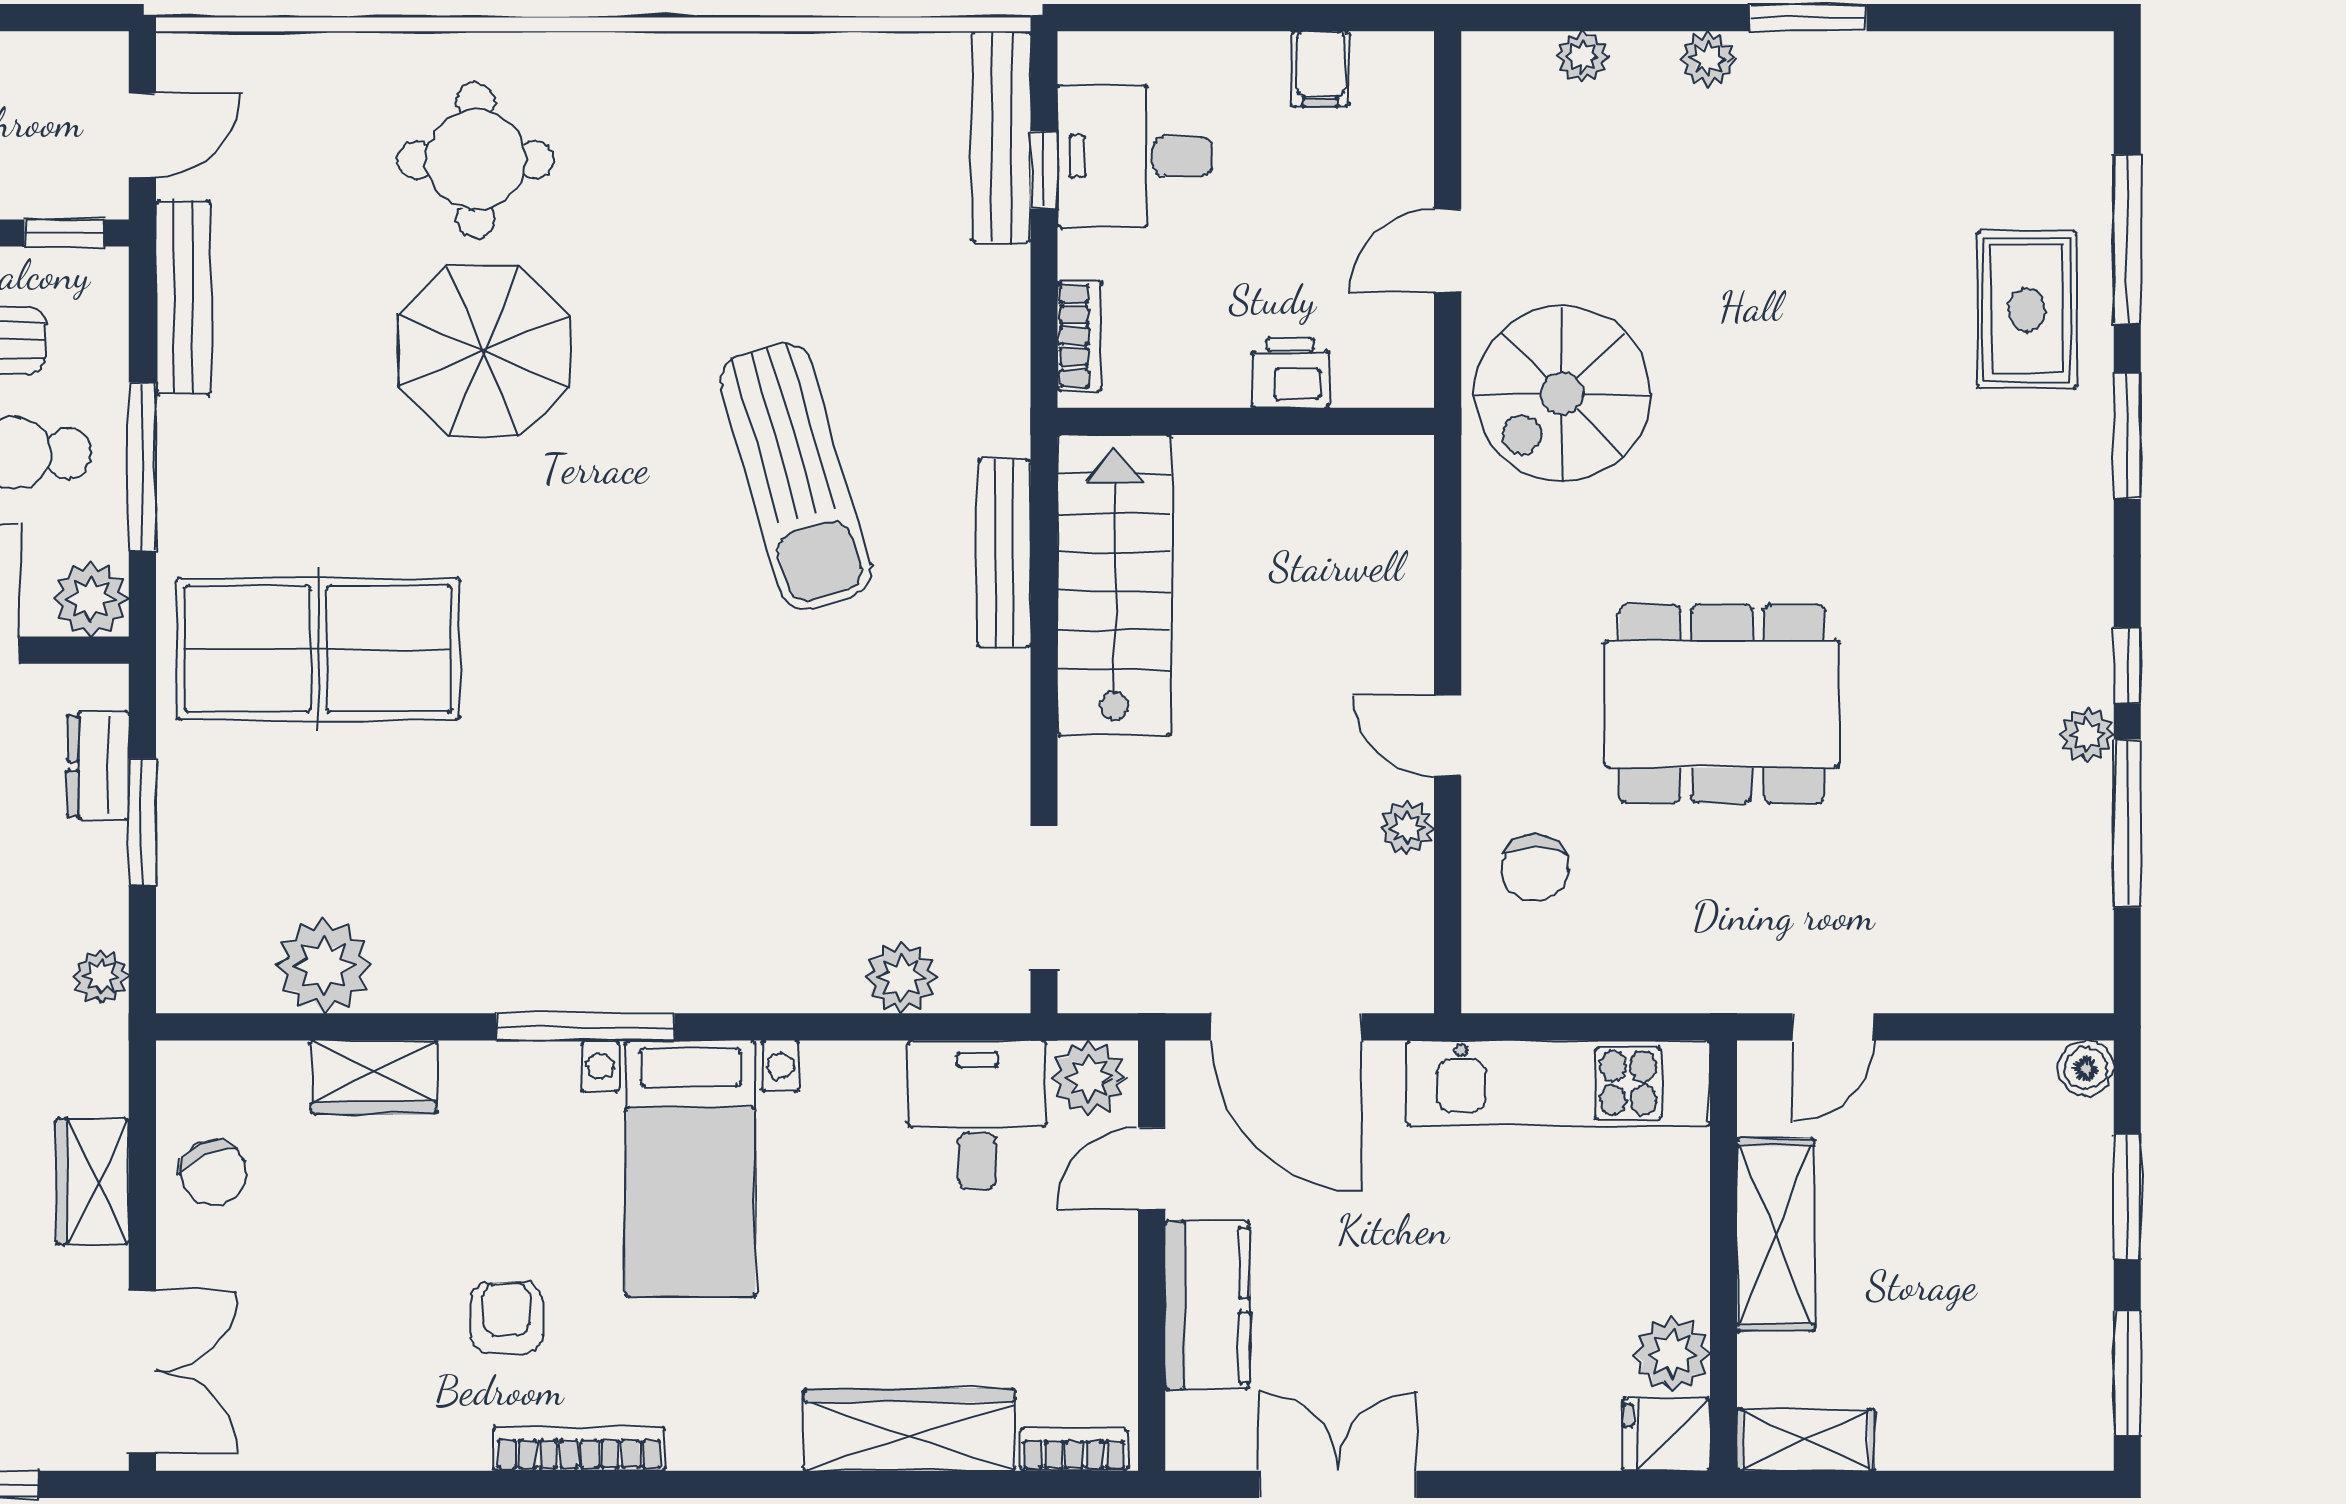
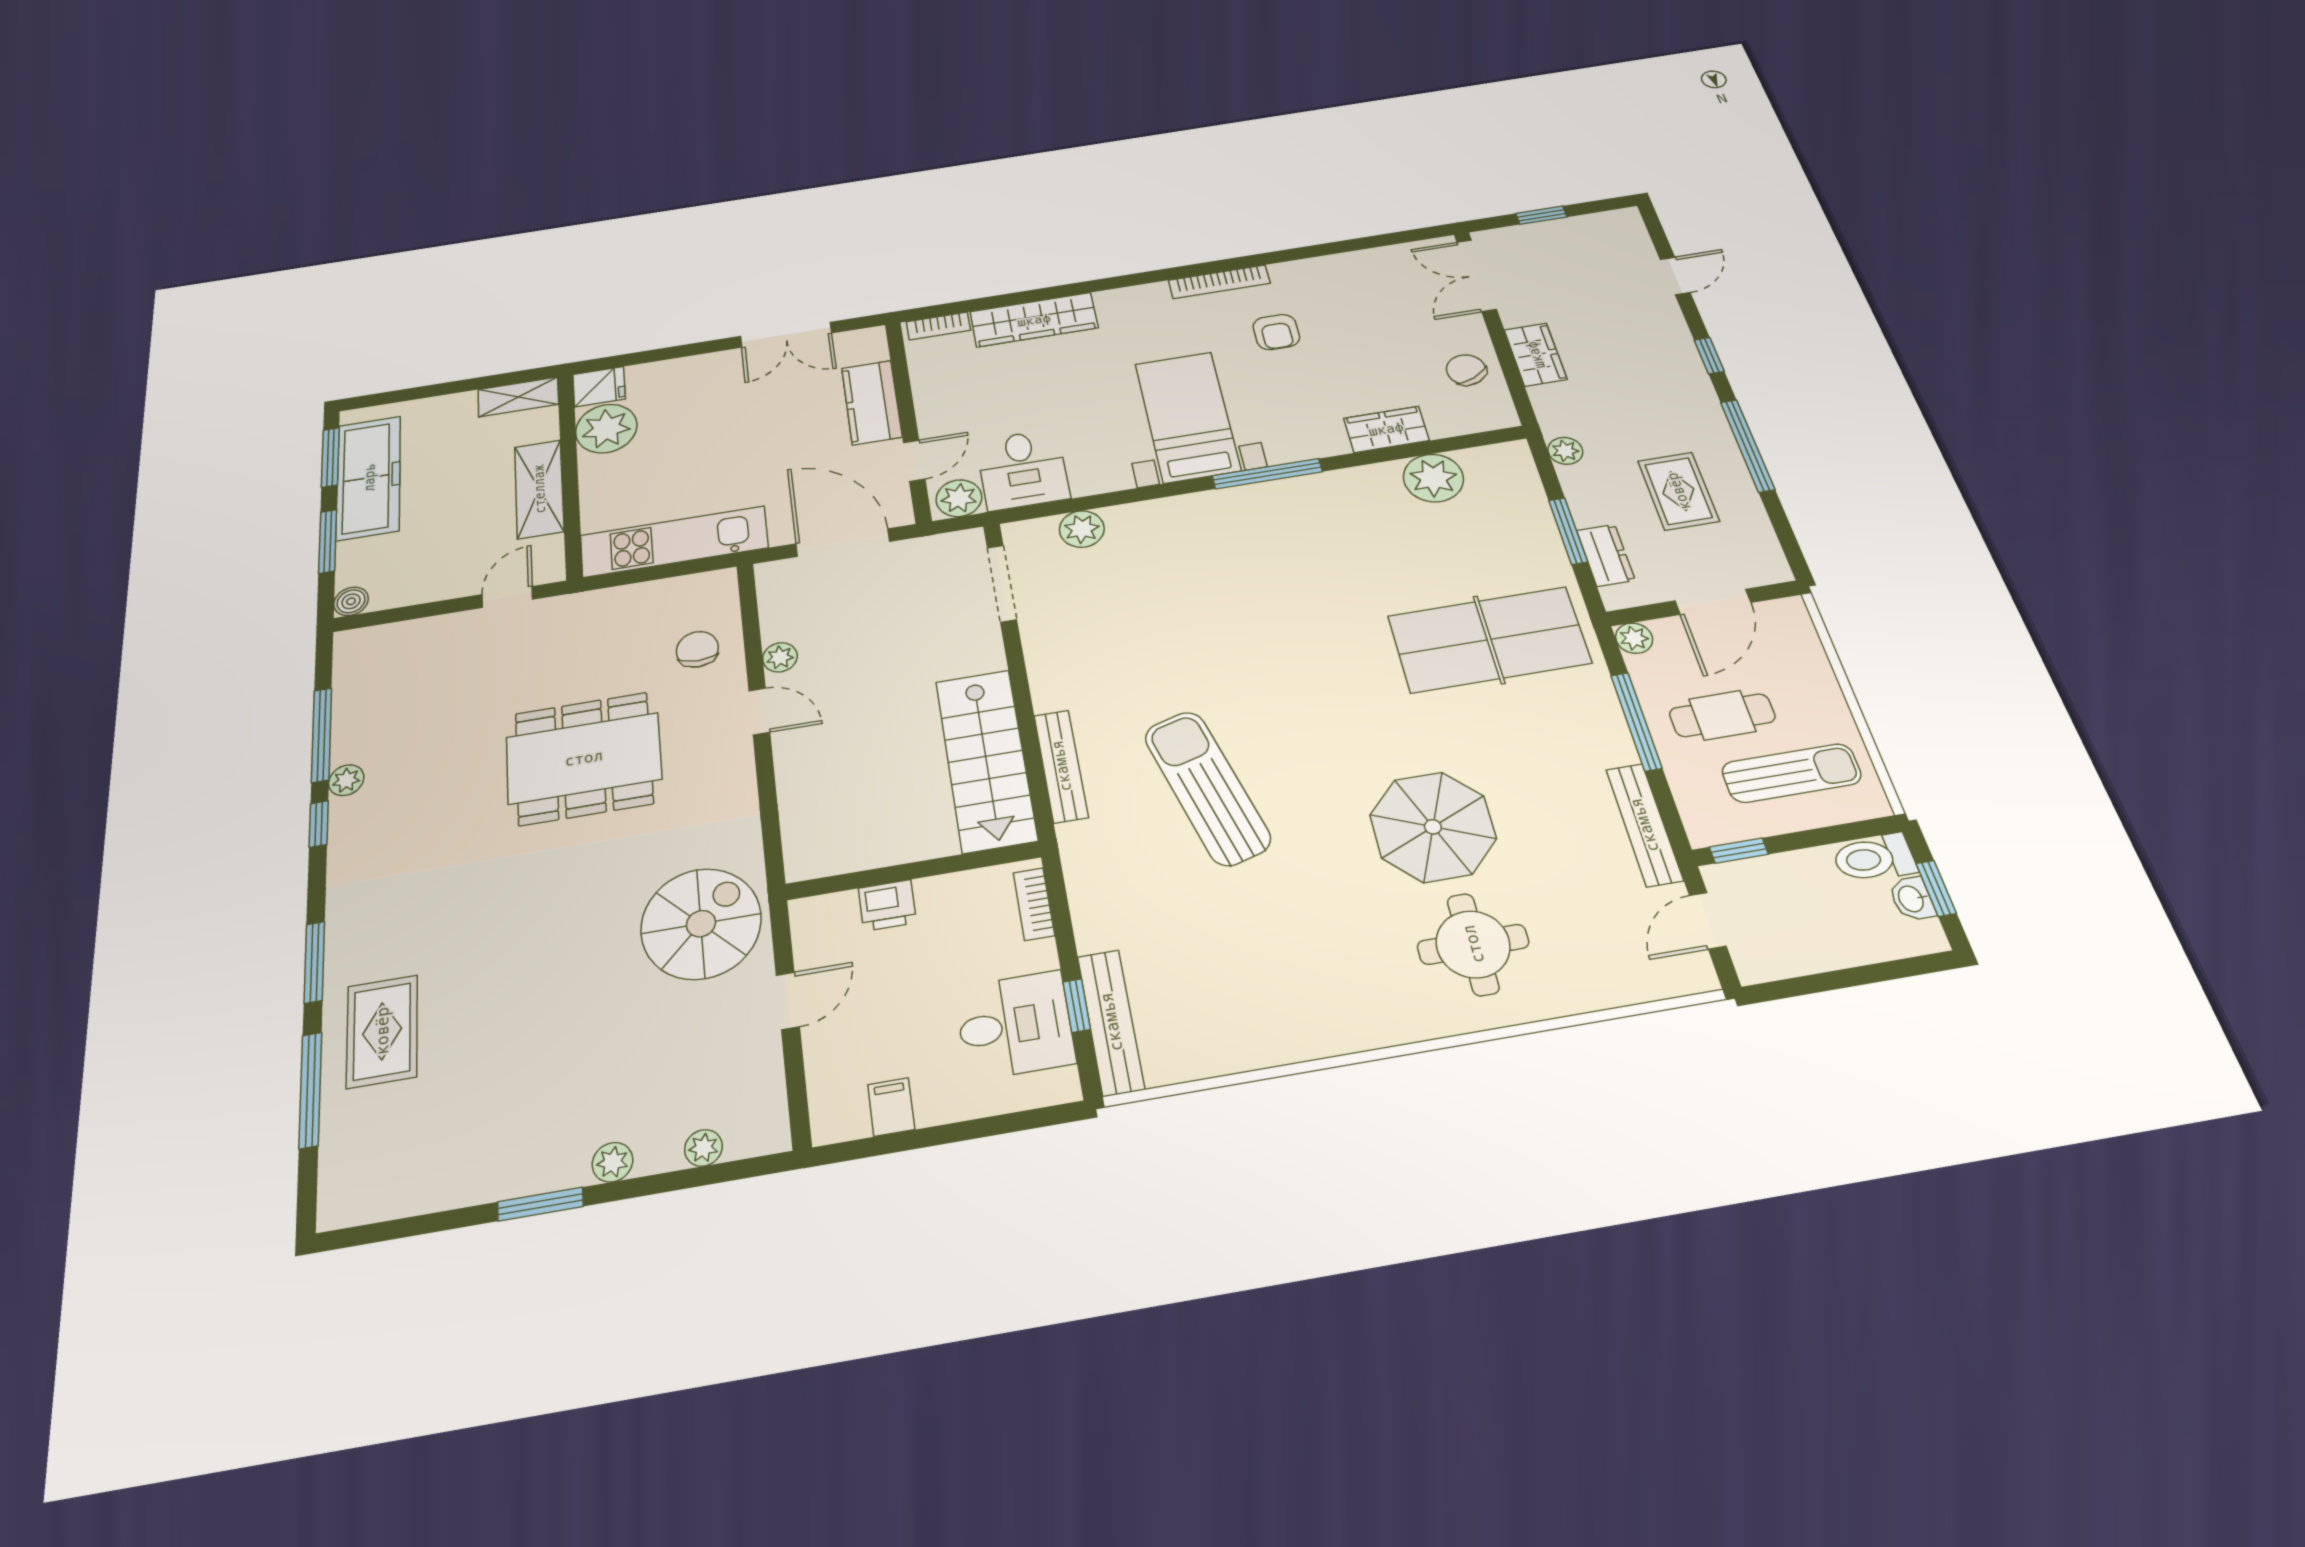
plant: (91, 599) -> (1634, 638), width x0.73, depth x0.73
freezer: (2061, 1316) -> (369, 478), added
plant: (1672, 1354) -> (606, 429), width x1.36, depth x1.36

